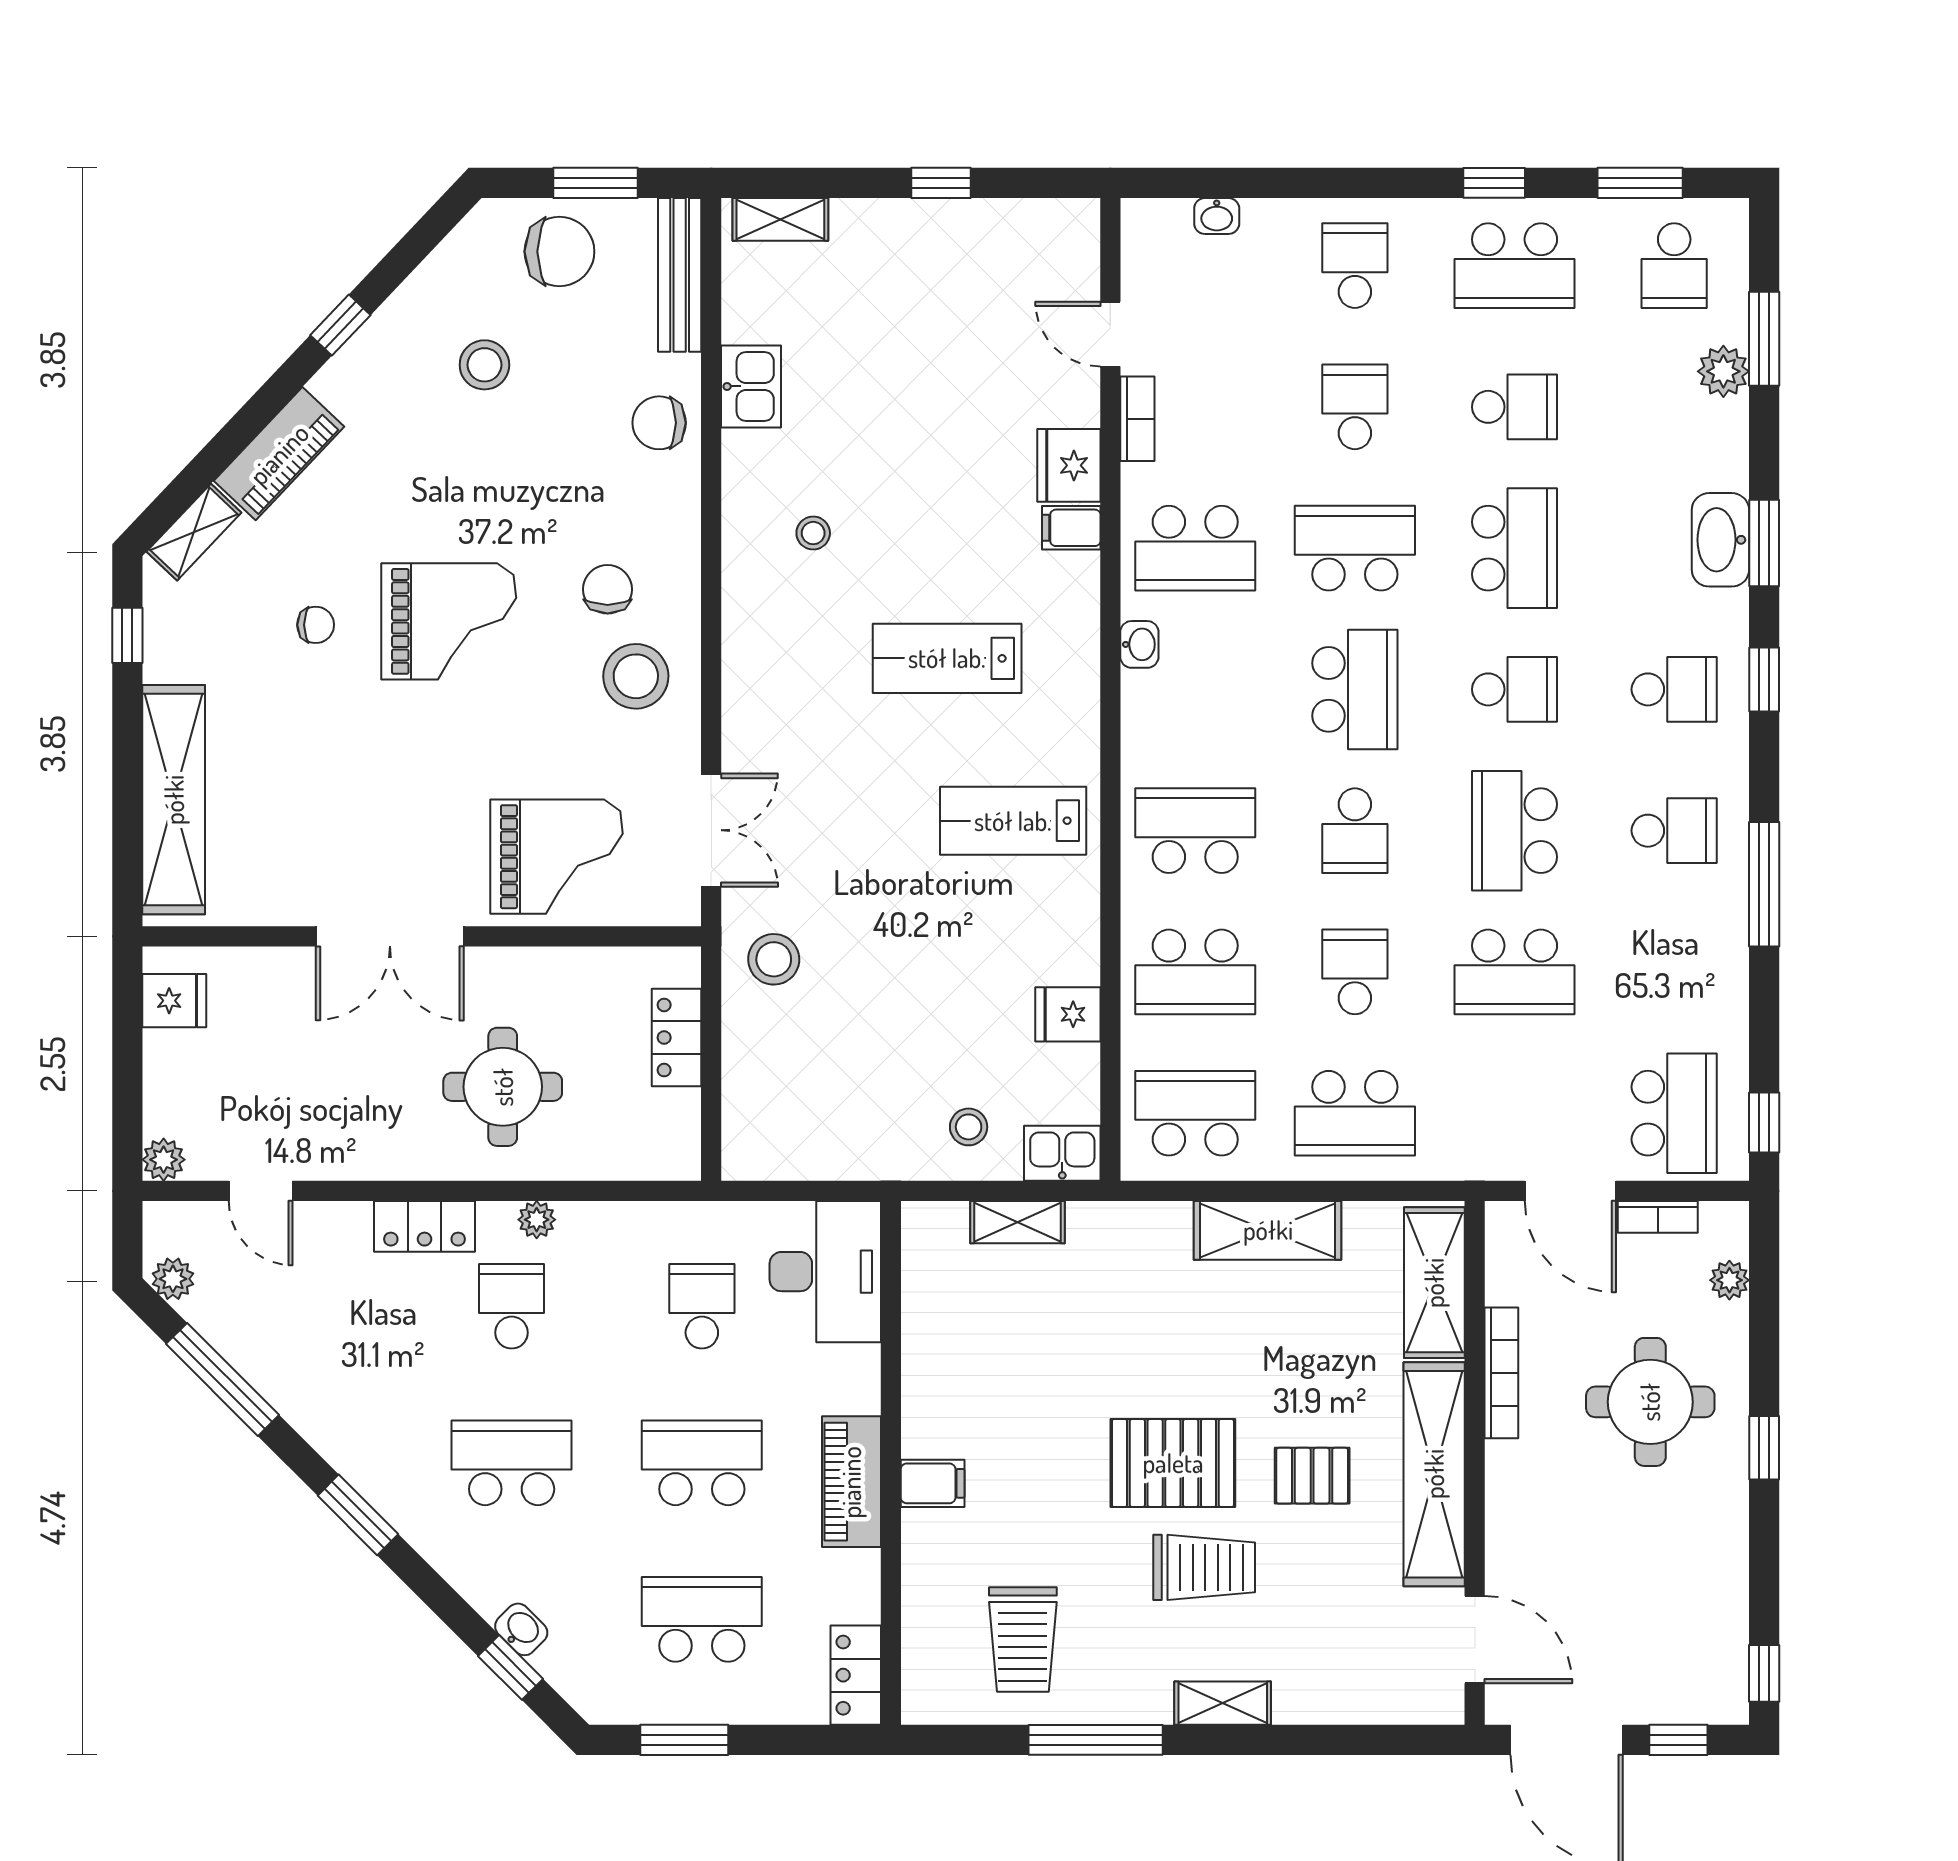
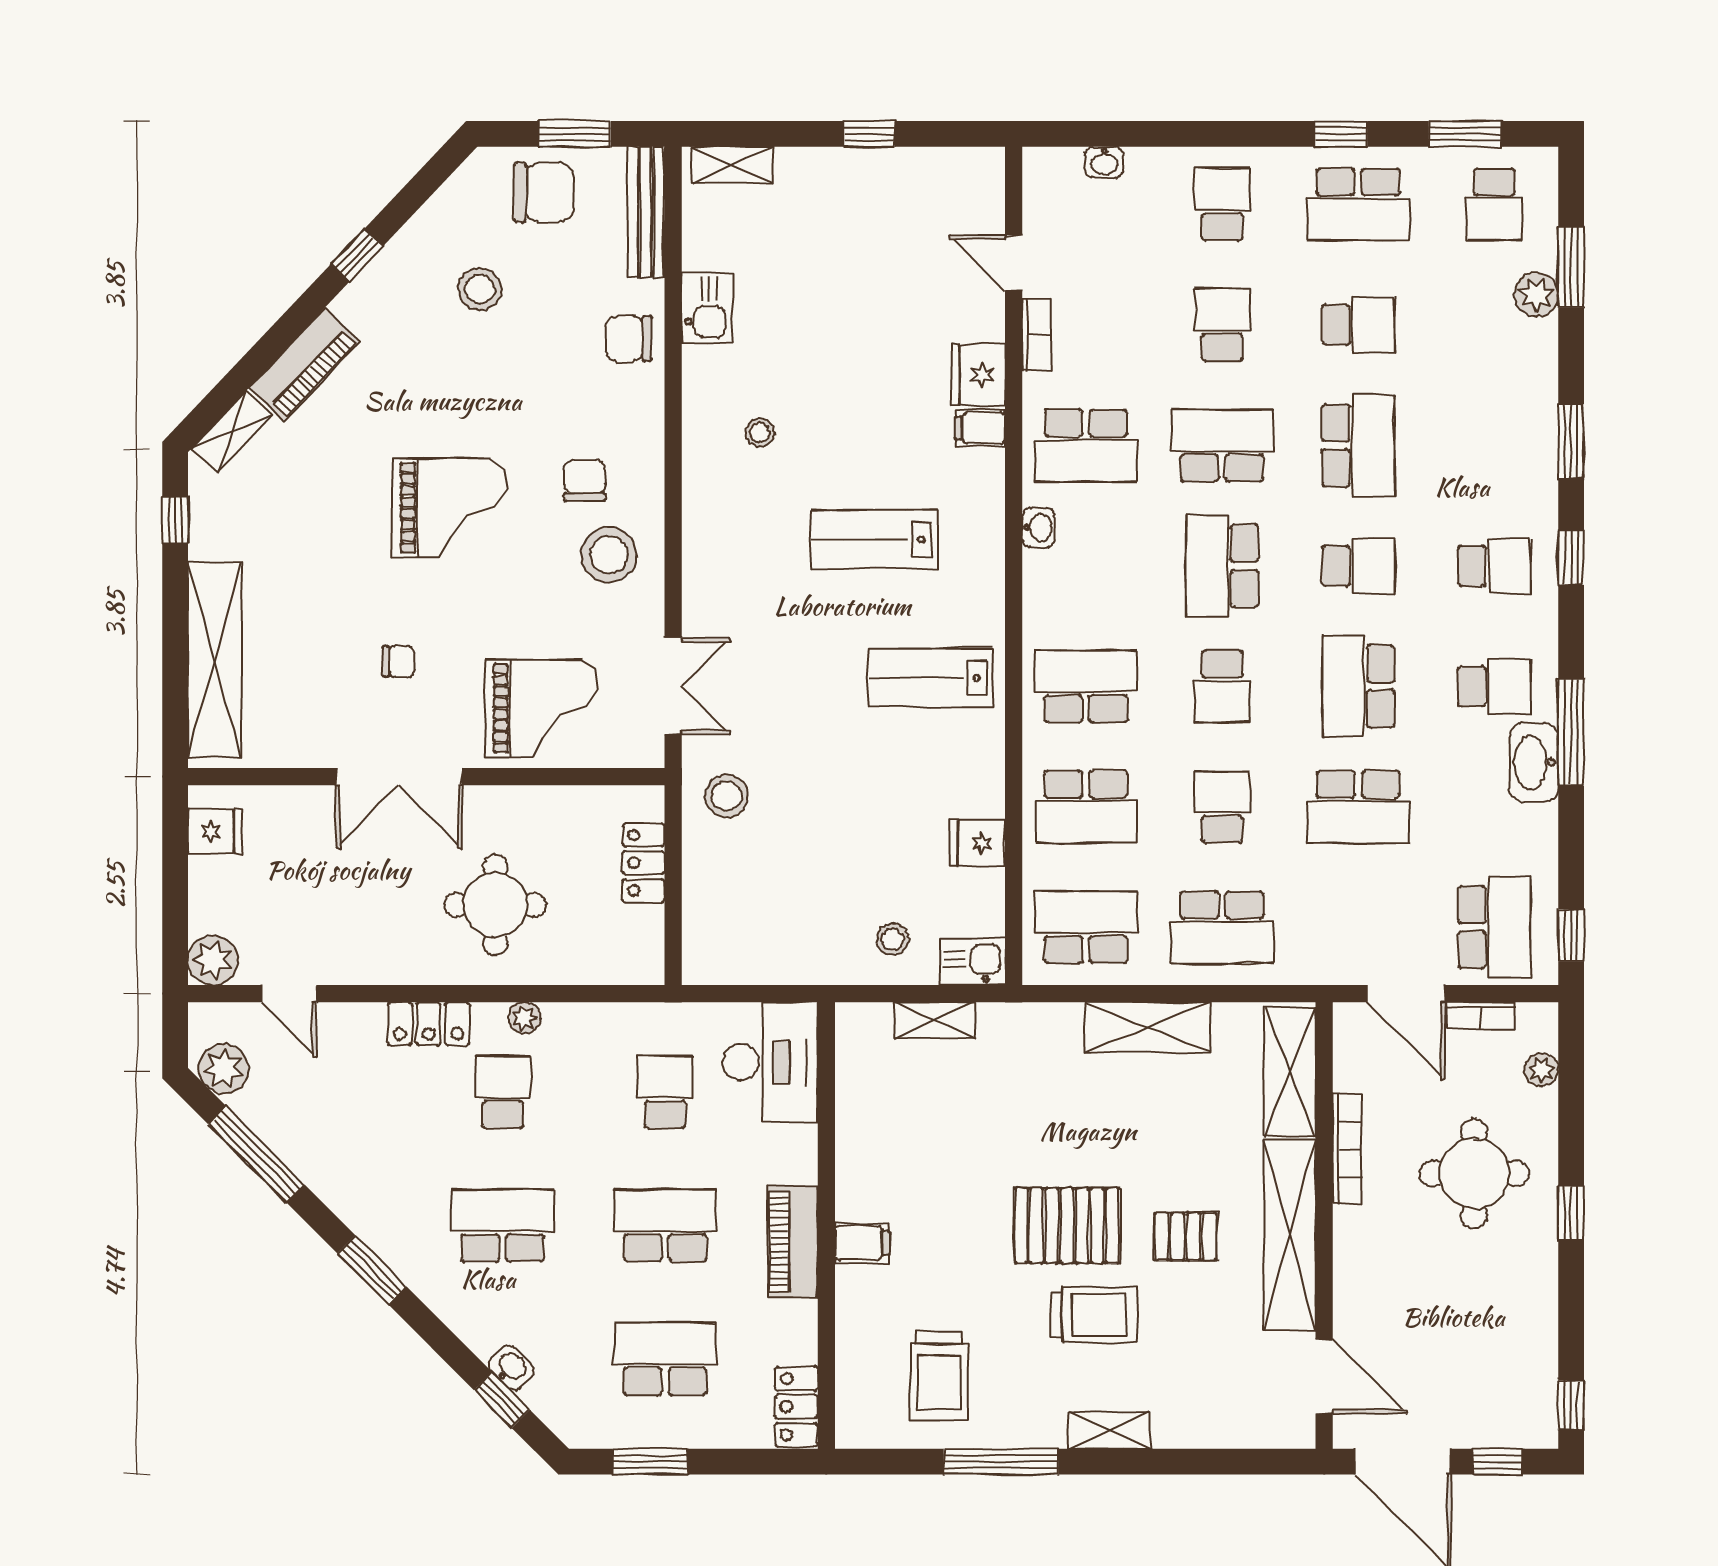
washbasin: (1720, 540) -> (1534, 762), moved
chair: (316, 625) -> (398, 662), moved
school desk: (1355, 689) -> (1222, 566), turned 180
plant: (164, 1160) -> (213, 960), width x1.38, depth x1.38
plant: (173, 1279) -> (224, 1069), width x1.38, depth x1.38

